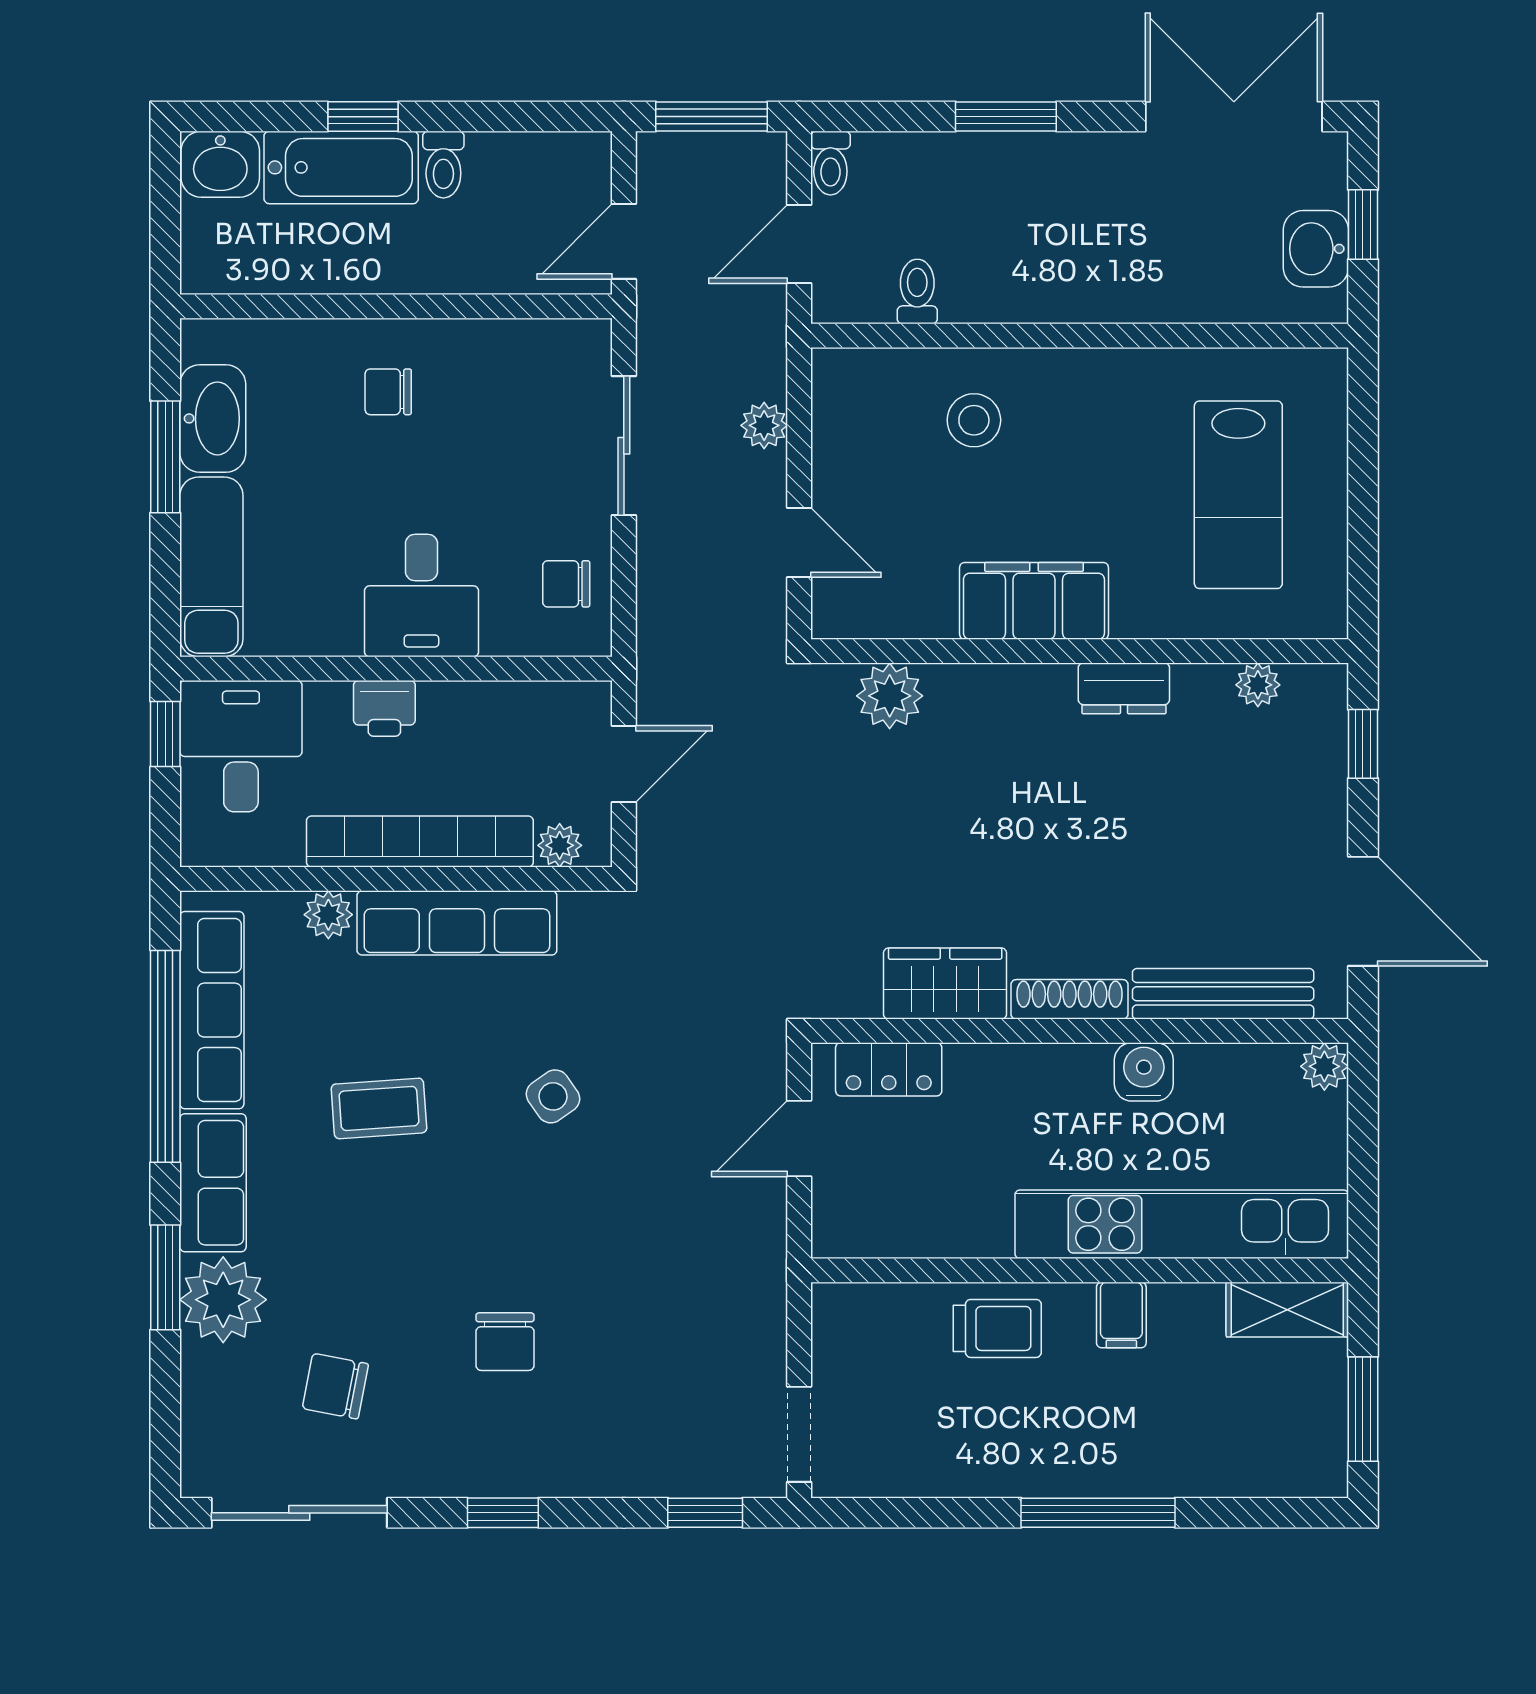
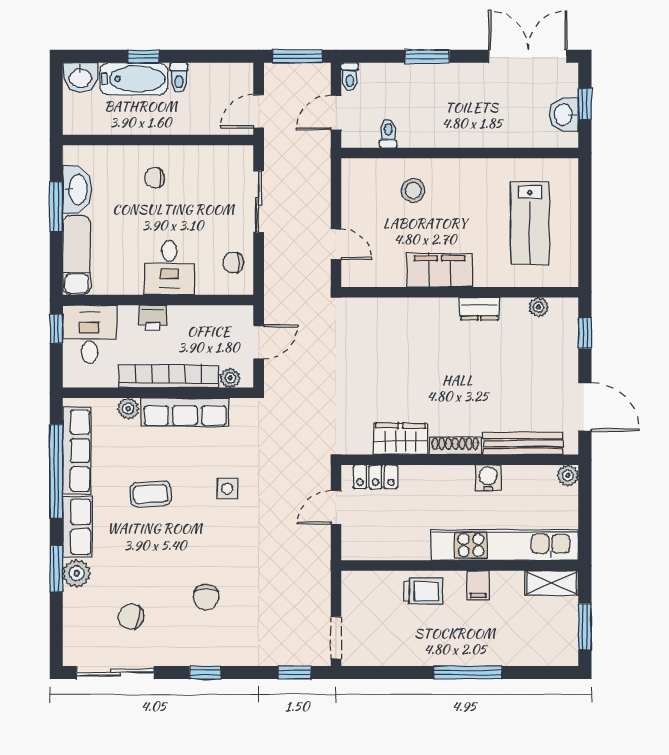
plant: (764, 425) -> (321, 193), removed
plant: (890, 696) -> (376, 312), removed
side table: (553, 1096) -> (227, 489), turned 35
plant: (223, 1300) -> (77, 573), width x0.73, depth x0.73

